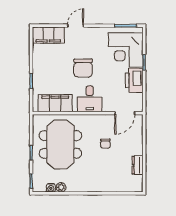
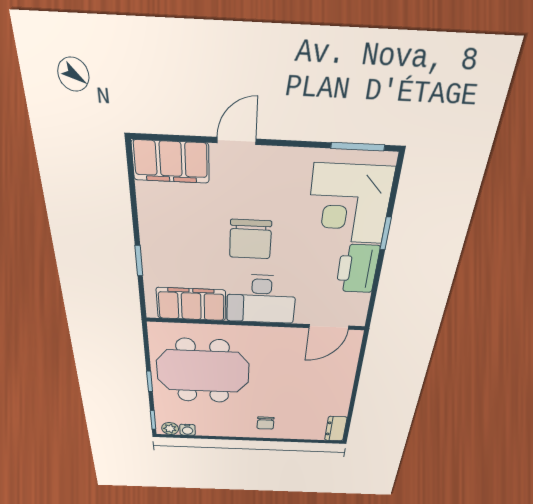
desk: (90, 99) -> (261, 299), width x1.37
meeting table: (60, 144) -> (203, 371), turned 90
chair: (105, 144) -> (265, 423), moved
dresser: (138, 165) -> (336, 429), moved
plant: (61, 187) -> (170, 429), moved

